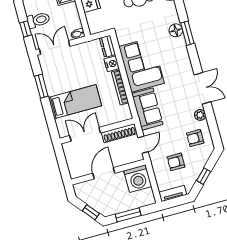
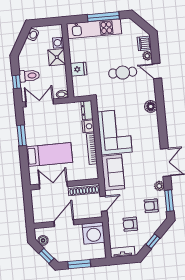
window: (187, 33) -> (169, 201), moved
boiler: (84, 196) -> (43, 240), added

